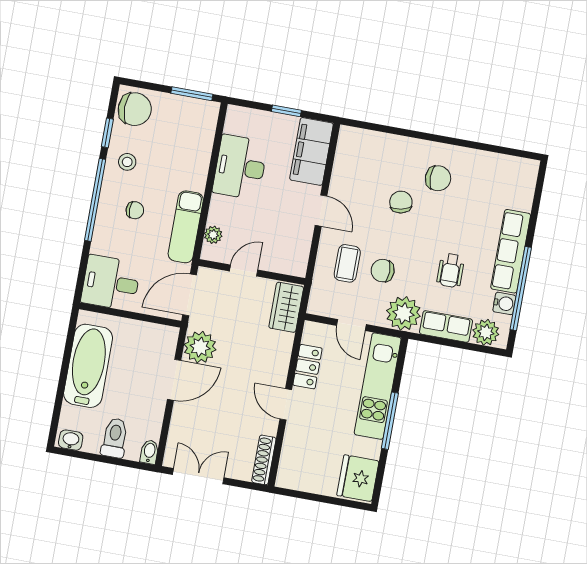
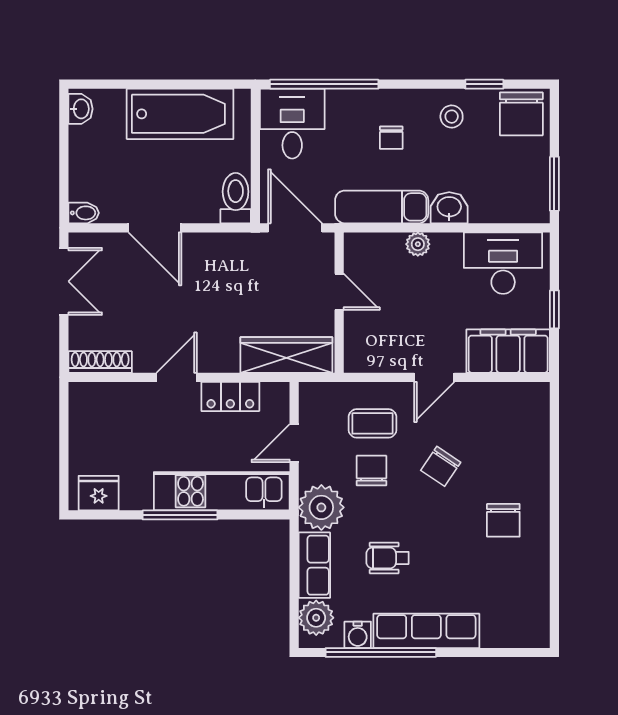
desk: (240, 167) -> (503, 263), moved
washbasin: (195, 176) -> (449, 208), added
window: (95, 200) -> (324, 84), moved
chair: (401, 202) -> (441, 466), moved, turned 136
plant: (213, 235) -> (418, 244), moved
wardrobe: (286, 307) -> (286, 355), width x1.50
plant: (200, 347) -> (230, 254), removed
door: (174, 380) -> (155, 228), moved
toilet: (115, 438) -> (236, 198), moved, turned -90
fridge: (358, 478) -> (99, 493), width x0.73, depth x0.75

